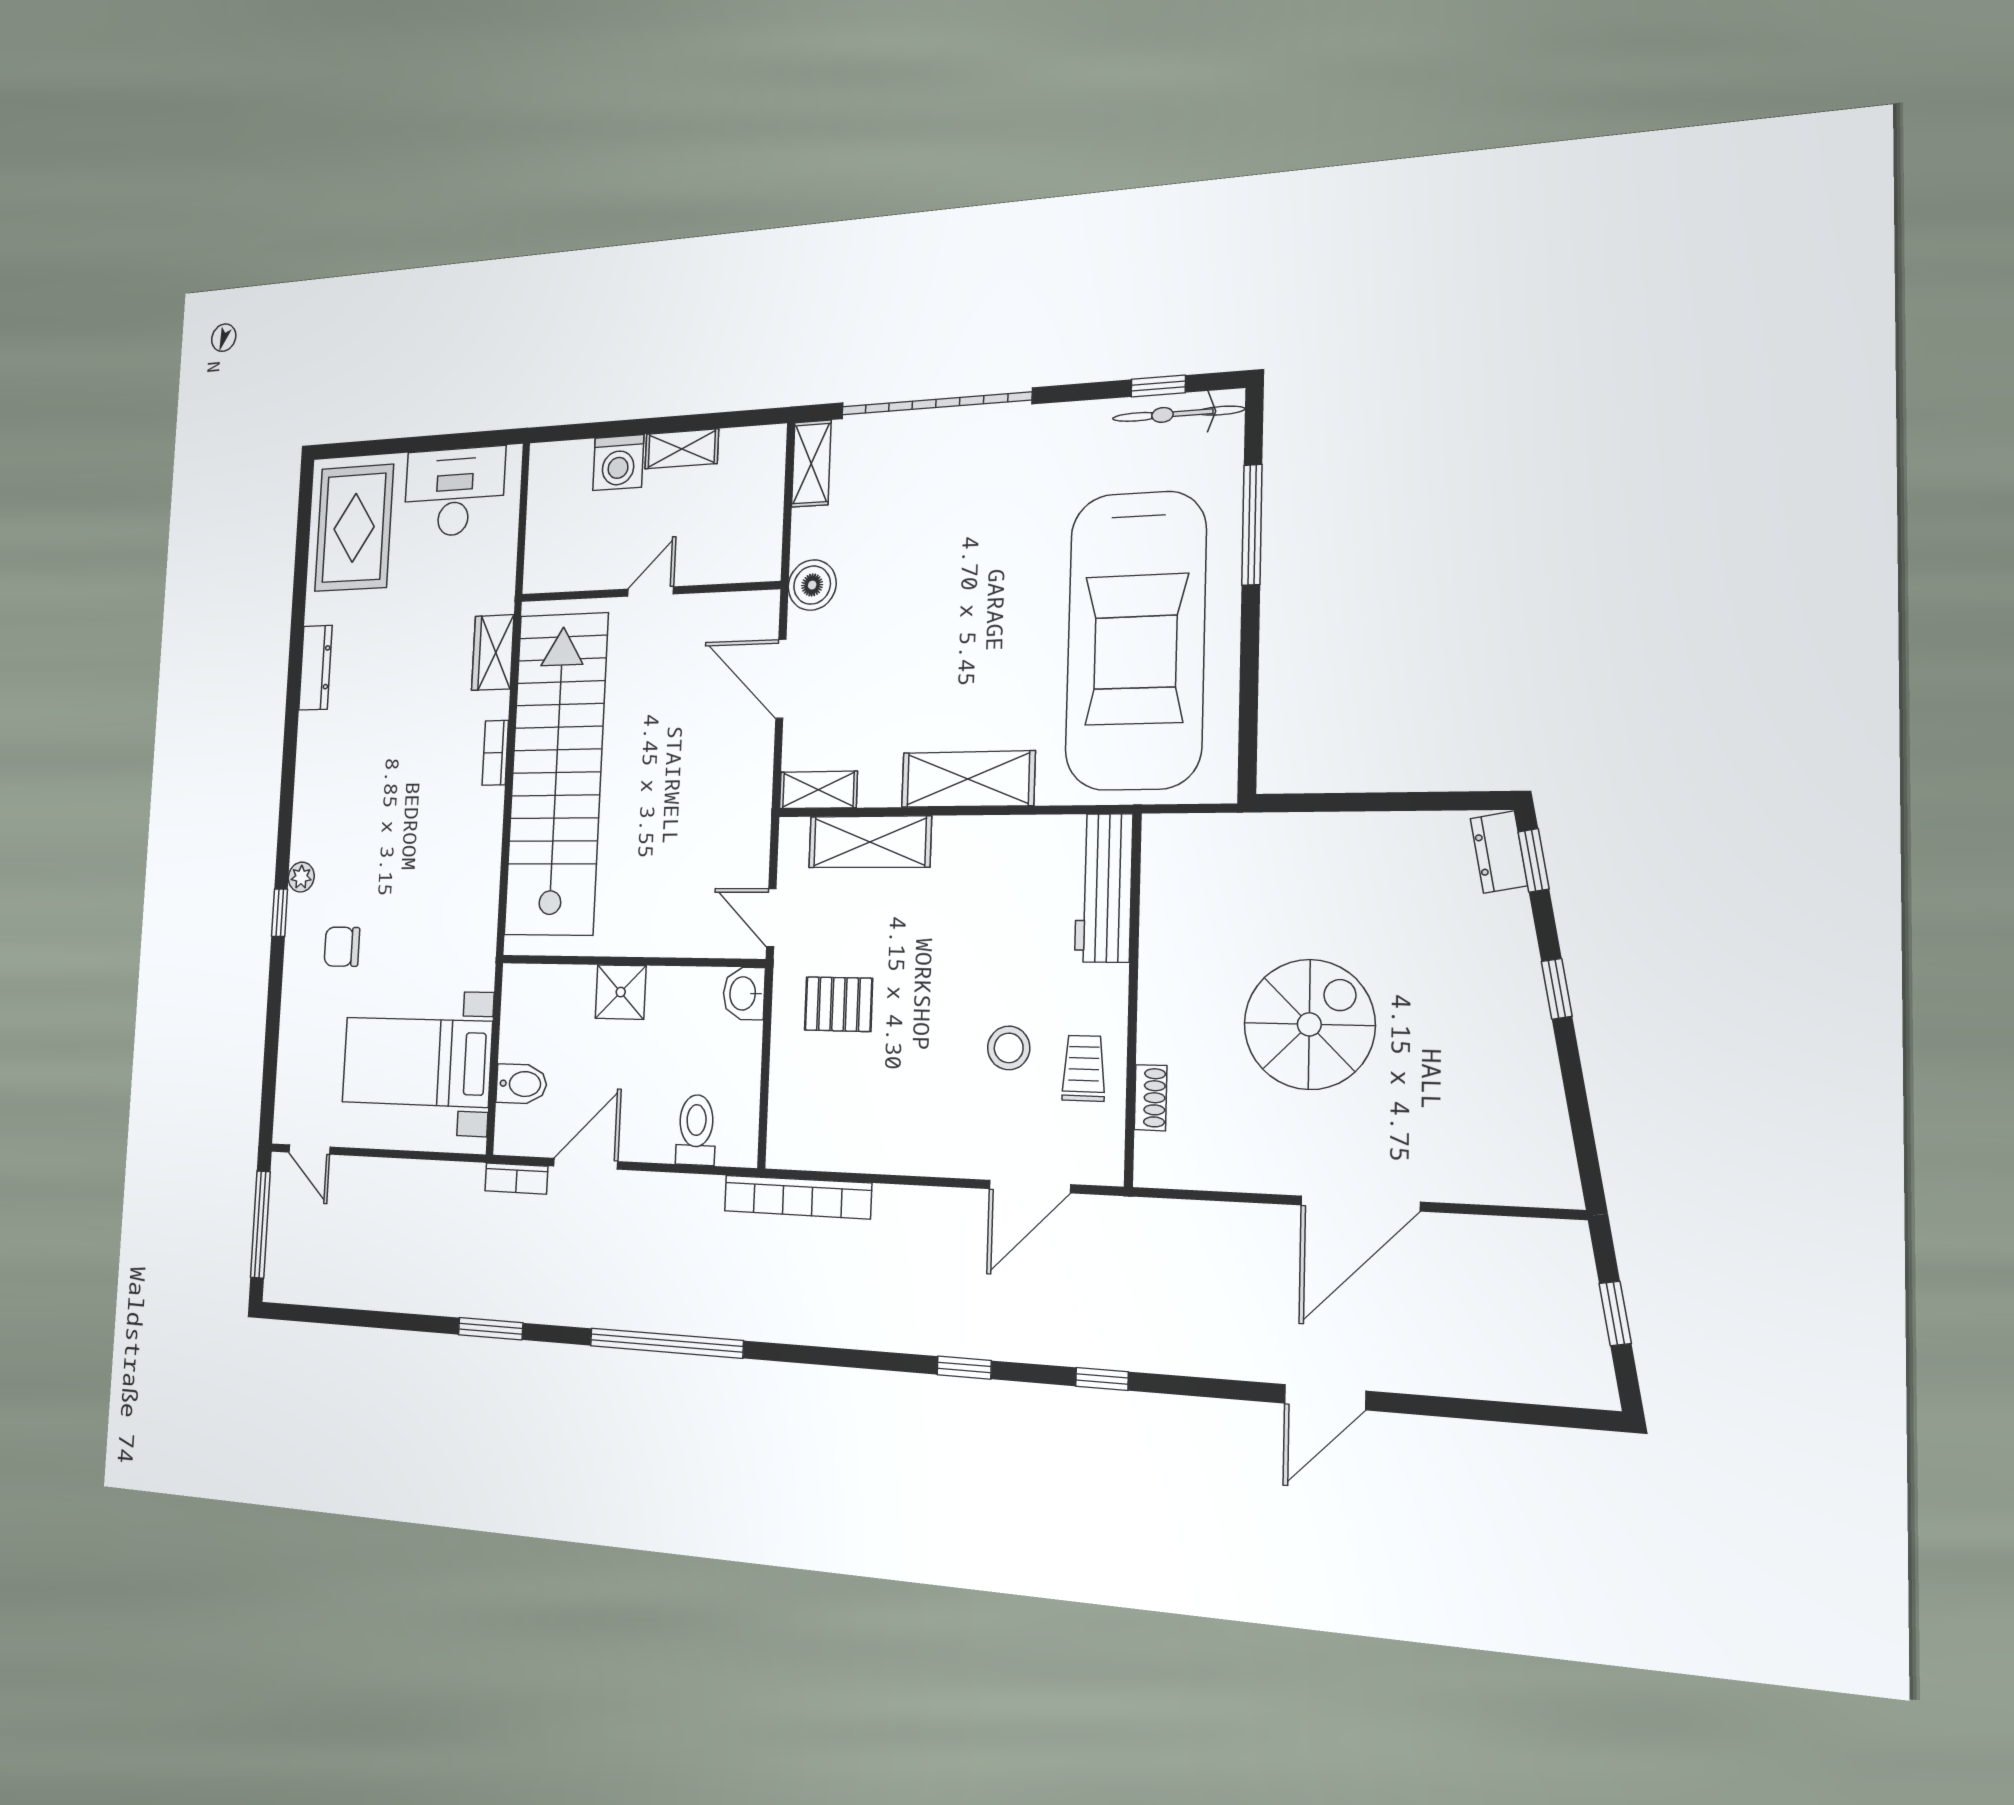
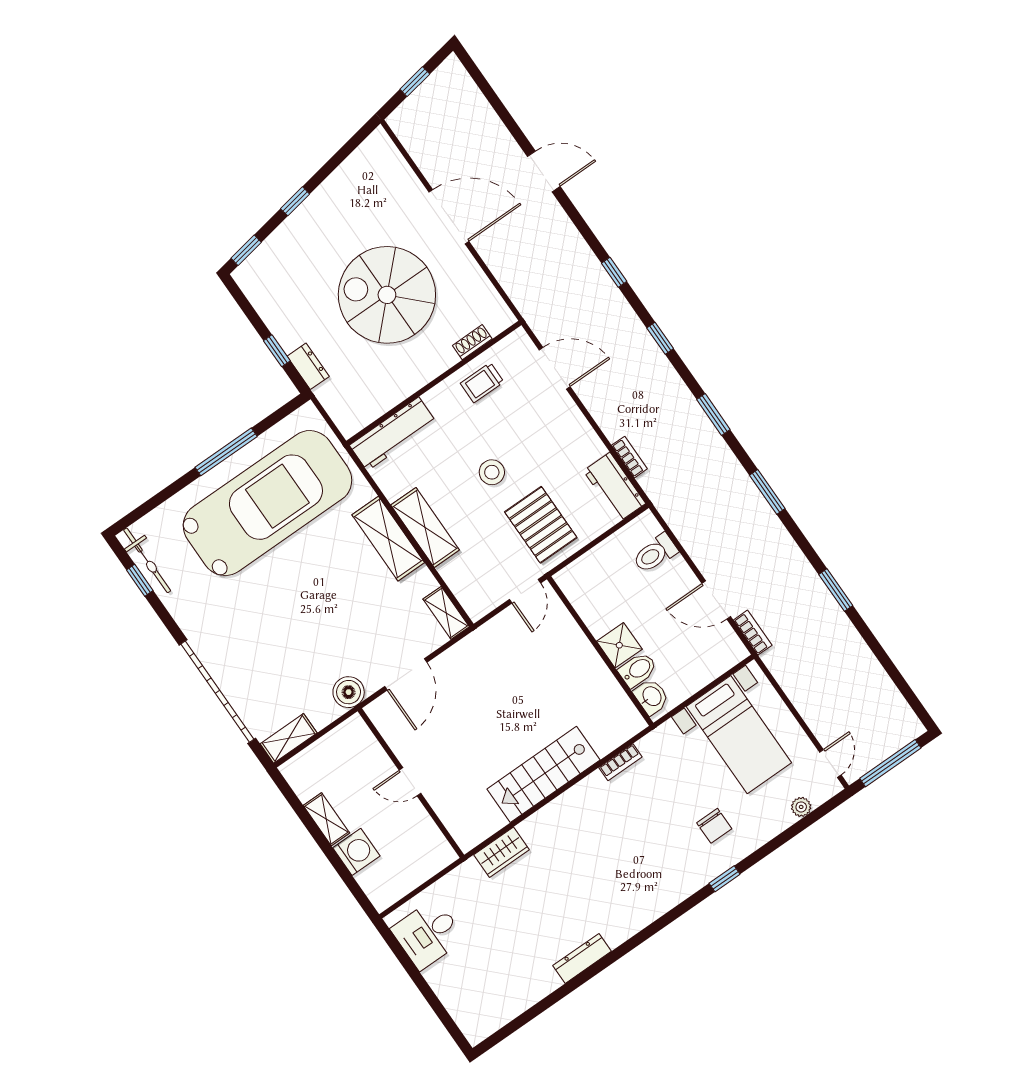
desk: (454, 492) -> (428, 934), width x0.73
window: (1252, 525) -> (226, 452), moved
rug: (354, 528) -> (492, 992), removed
bookcase: (495, 753) -> (620, 762), moved
stairs: (556, 774) -> (543, 774), width x0.54, depth x0.66
window: (1344, 802) -> (277, 351), added
shelving: (870, 842) -> (425, 527), moved
dresser: (1499, 852) -> (308, 366), moved, turned -80
plant: (301, 877) -> (801, 807), moved
washbasin: (744, 993) -> (651, 697), moved, turned -90
pallet: (838, 1004) -> (541, 525), width x1.50, depth x1.42
spiral stairs: (1309, 1024) -> (387, 295), width x1.37, depth x1.37
stool: (1009, 1048) -> (492, 472), moved
bidet: (521, 1084) -> (638, 670), moved, turned 90
workbench: (816, 1143) -> (614, 487), added
bookcase: (797, 1197) -> (629, 457), width x0.43, depth x0.76
window: (666, 1343) -> (767, 492), width x0.47
window: (812, 1355) -> (713, 415), added

